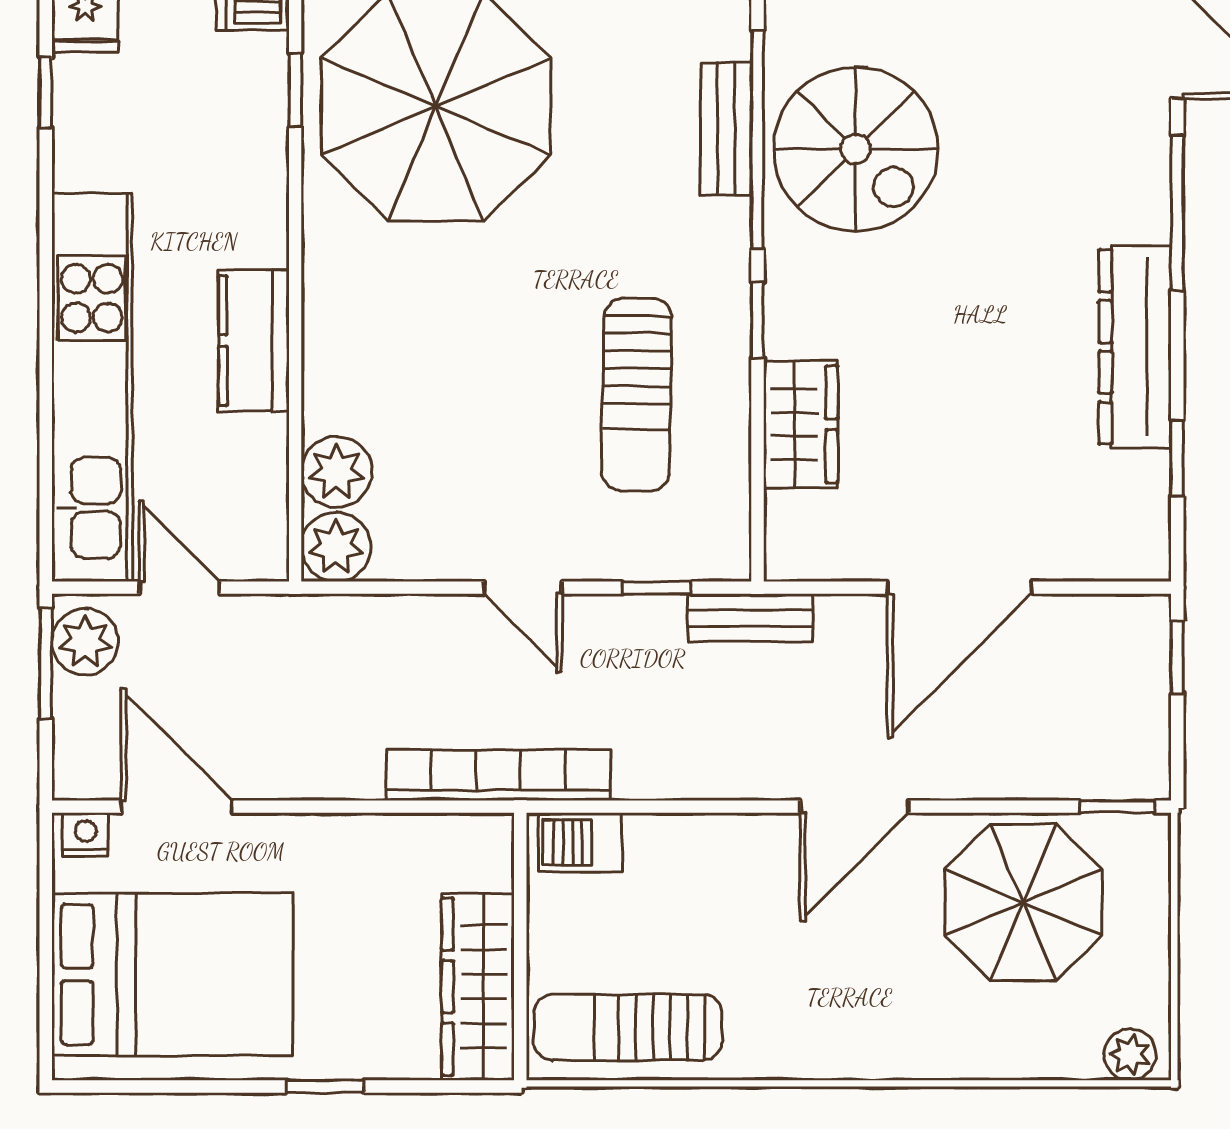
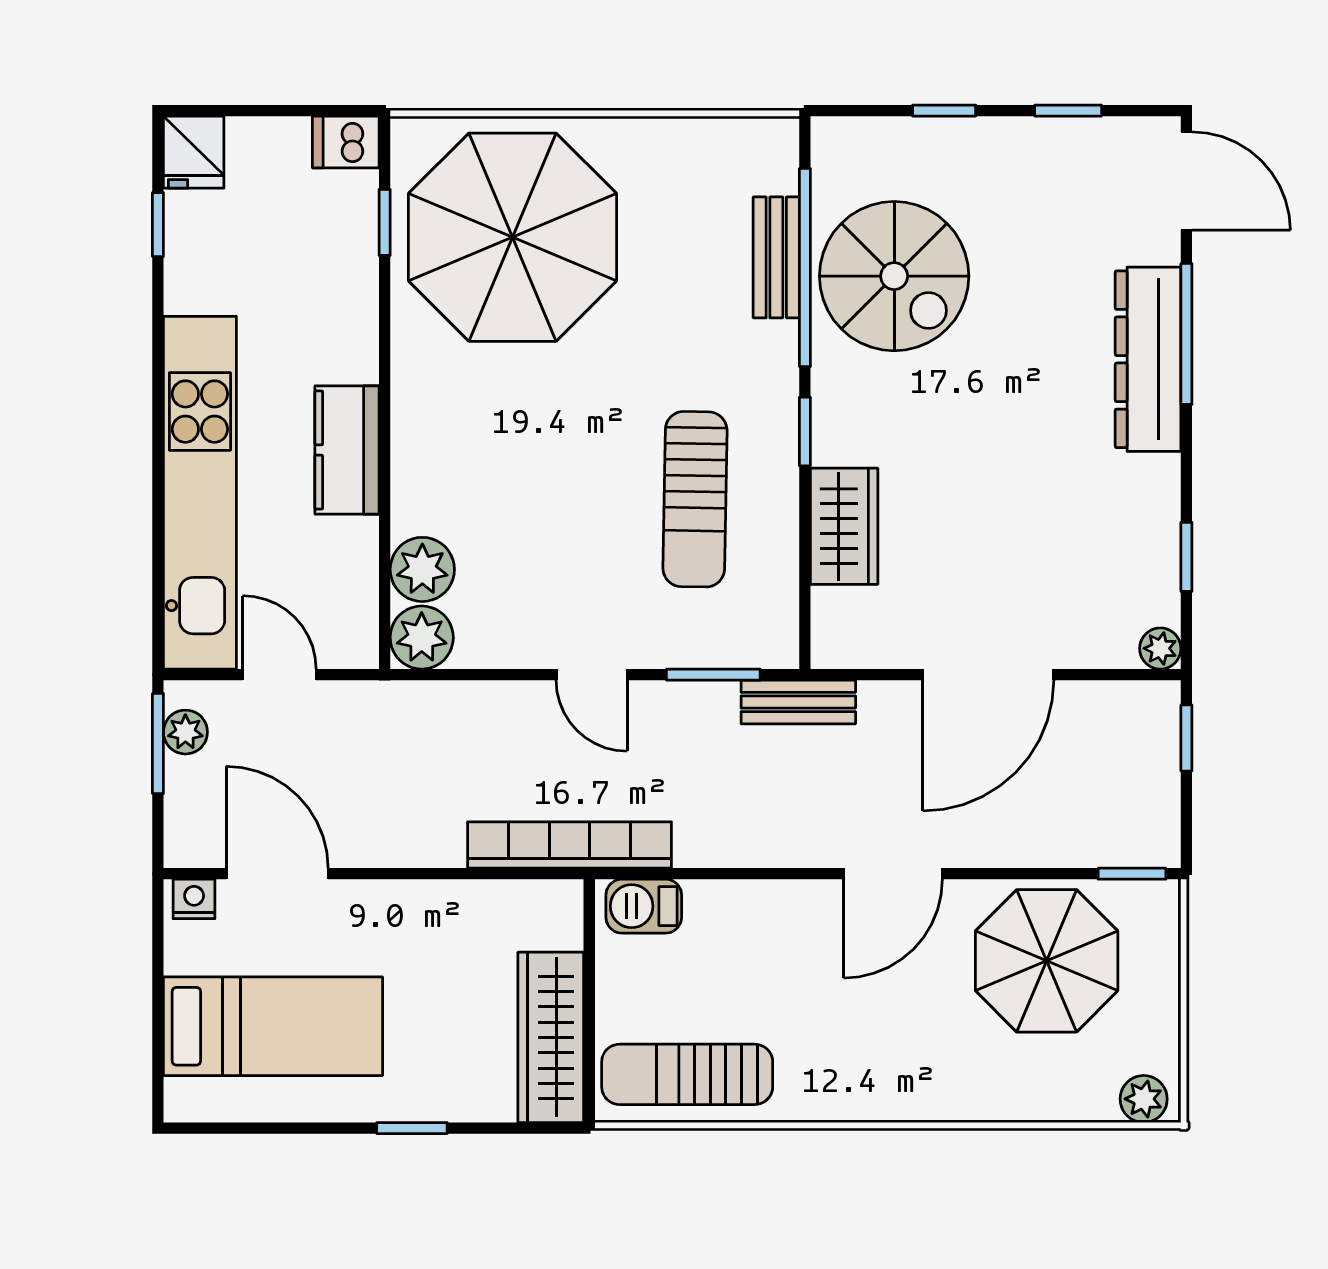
dresser: (1135, 347) -> (1148, 359), moved
plant: (1149, 559) -> (1160, 648), added
window: (657, 588) -> (713, 675), width x1.50
plant: (85, 642) -> (185, 732), width x0.73, depth x0.73
bed: (172, 974) -> (273, 1026), width x0.67

